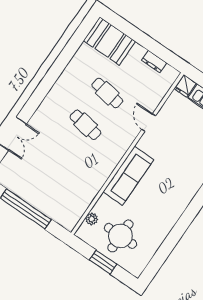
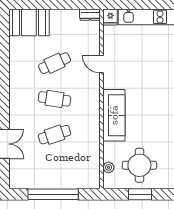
dresser: (154, 61) -> (90, 15), moved
cafe table: (107, 93) -> (55, 63), turned -33
cafe table: (64, 157) -> (55, 135), added

